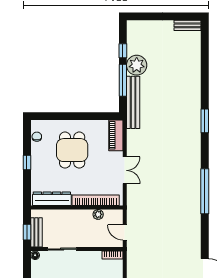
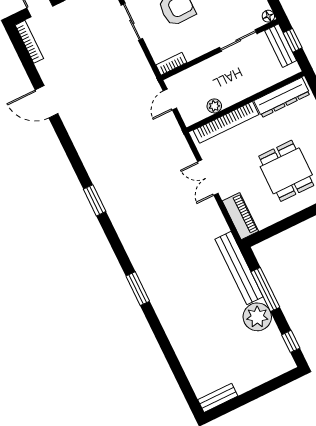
window: (123, 51) -> (291, 341), moved
window: (205, 191) -> (95, 200), width x0.47
door: (125, 233) -> (170, 100), swing flipped

